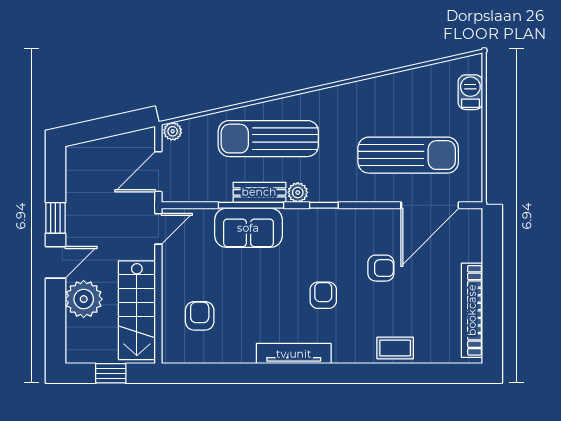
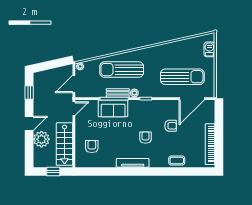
window: (55, 218) -> (29, 93), moved

